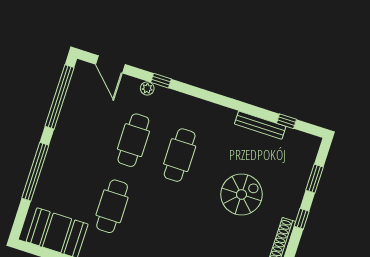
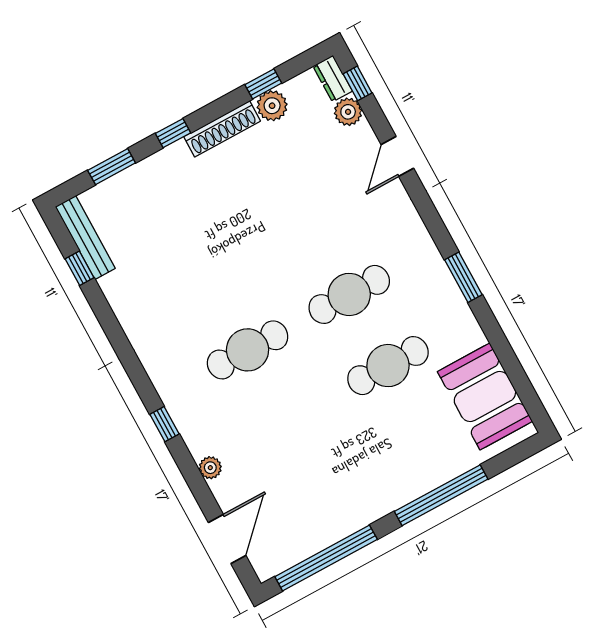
window: (161, 81) -> (164, 424), moved
bench: (260, 125) -> (85, 238), moved
cafe table: (133, 140) -> (349, 294), moved
spiral stairs: (241, 194) -> (218, 231), removed

